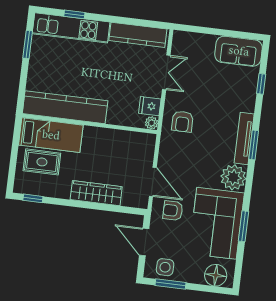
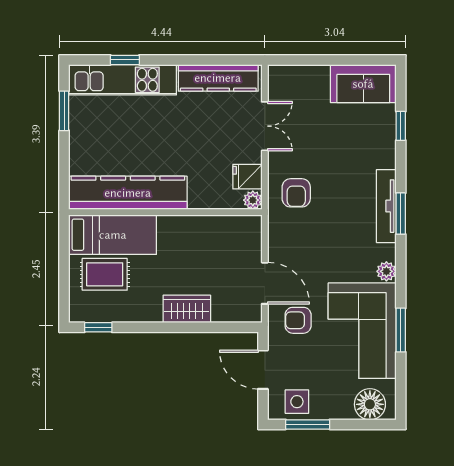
plant: (233, 177) -> (386, 271), width x0.53, depth x0.53
wardrobe: (96, 193) -> (187, 309), width x0.67

